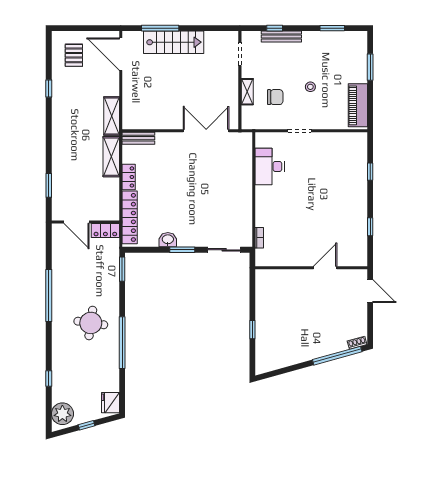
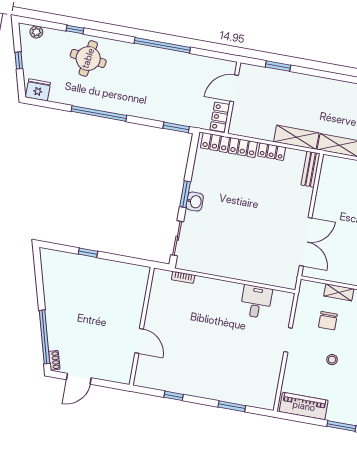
desk: (270, 166) -> (256, 302), width x0.73
window: (370, 172) -> (232, 406), width x1.50
washbasin: (168, 240) -> (195, 202), moved
door: (370, 291) -> (79, 379), moved
round table: (91, 323) -> (88, 58), moved
plant: (62, 414) -> (36, 32), width x0.53, depth x0.53

